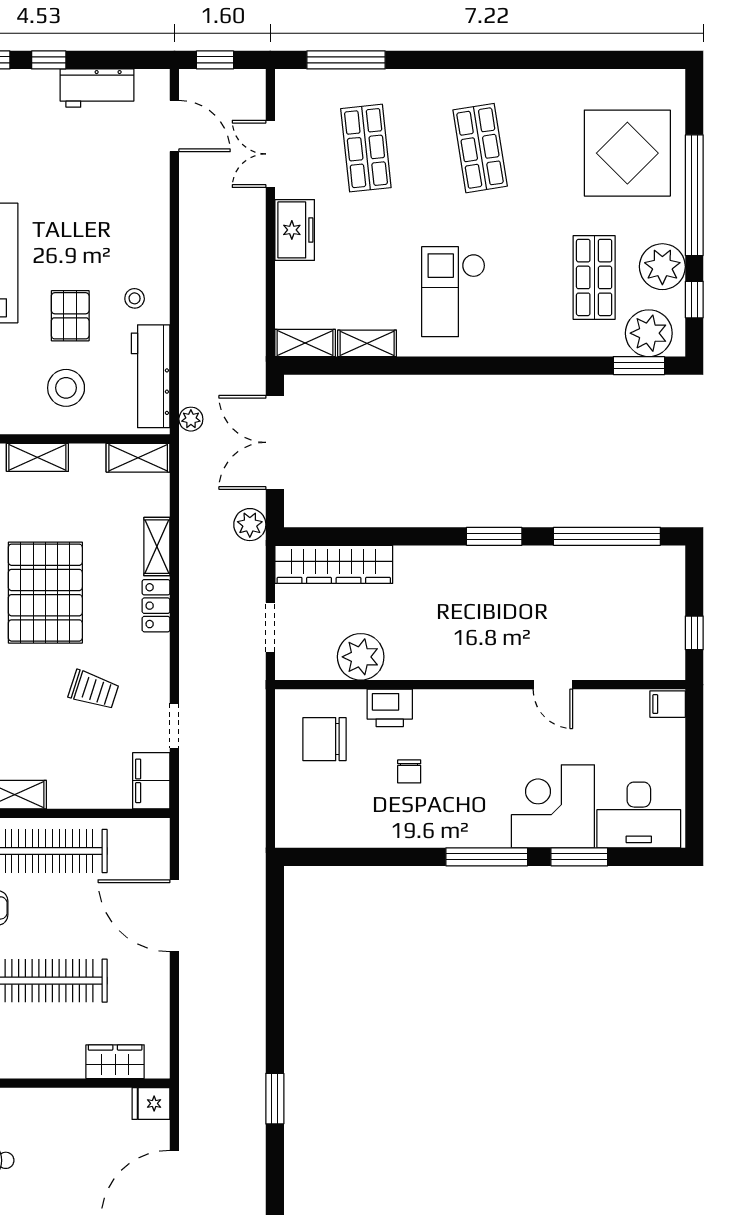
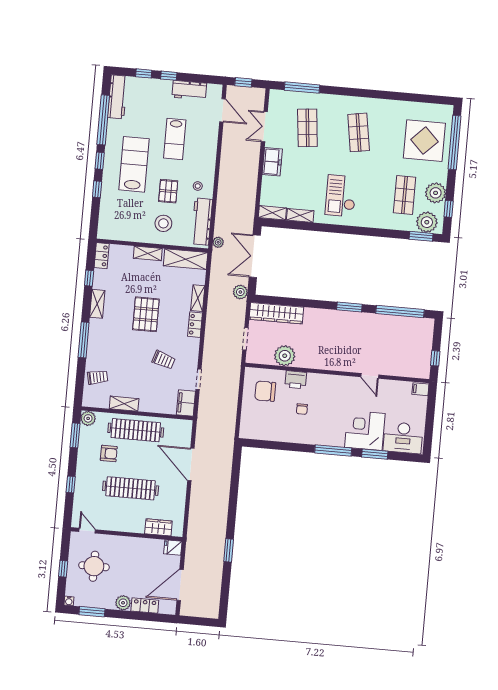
window: (694, 195) -> (454, 142), moved
lab bench: (74, 199) -> (175, 139), added
shelving: (138, 458) -> (186, 259), width x1.50, depth x1.33
pallet: (45, 593) -> (146, 314), width x0.73, depth x0.71

